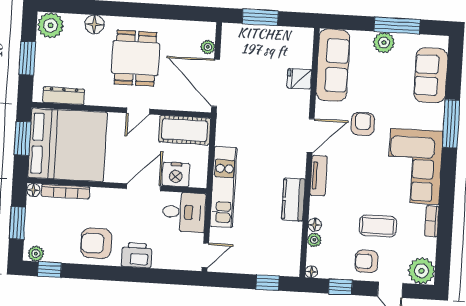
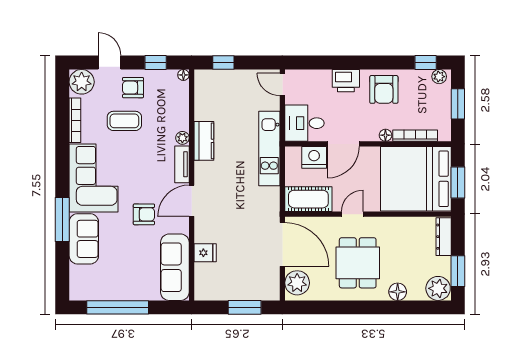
window: (397, 25) -> (118, 307), width x1.46
plant: (384, 43) -> (129, 291), removed
plant: (208, 47) -> (297, 283), width x1.88, depth x1.88
window: (27, 58) -> (458, 271), moved
sofa: (431, 75) -> (84, 239), moved
dresser: (64, 96) -> (444, 237), moved, turned 90
armchair: (363, 124) -> (144, 214), turned -90
floor lamp: (33, 190) -> (385, 135), moved
bookcase: (432, 221) -> (75, 120), width x1.56
floor lamp: (315, 225) -> (183, 119), removed
plant: (314, 240) -> (182, 138), moved
armchair: (96, 243) -> (384, 89), turned 90
door: (205, 255) -> (282, 84), hinge flipped
armchair: (366, 261) -> (133, 88), turned 180

